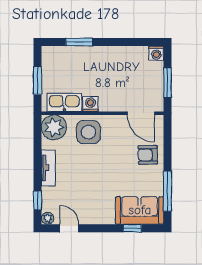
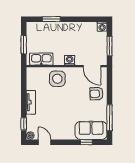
washing machine: (90, 104) -> (70, 60), moved
plant: (54, 127) -> (35, 75), removed

